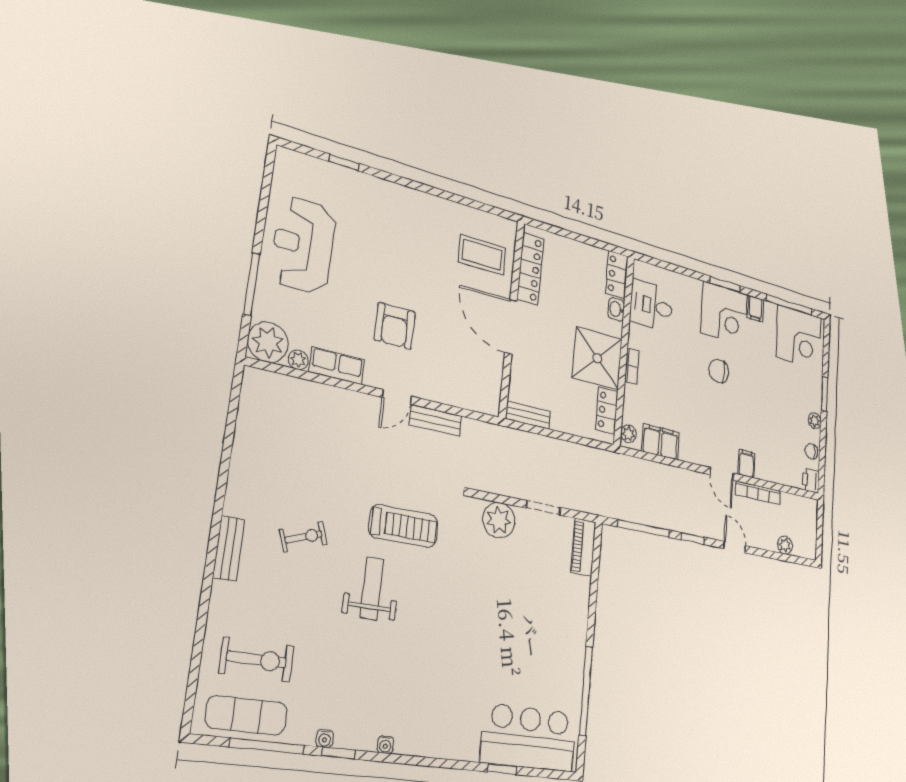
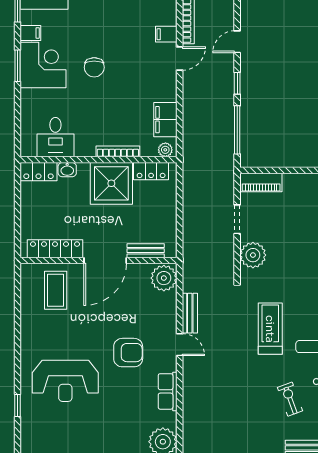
reception desk: (303, 245) -> (65, 381), moved
plant: (298, 360) -> (164, 278), moved, width x1.87, depth x1.87
bookcase: (632, 366) -> (118, 151), width x1.56
bench: (528, 415) -> (146, 251), moved, turned 90

